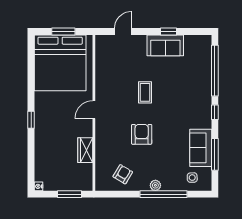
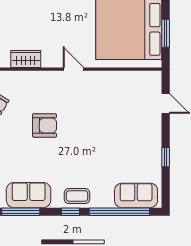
sofa: (165, 45) -> (136, 195), moved, turned 90
coffee table: (145, 92) -> (77, 196), moved

